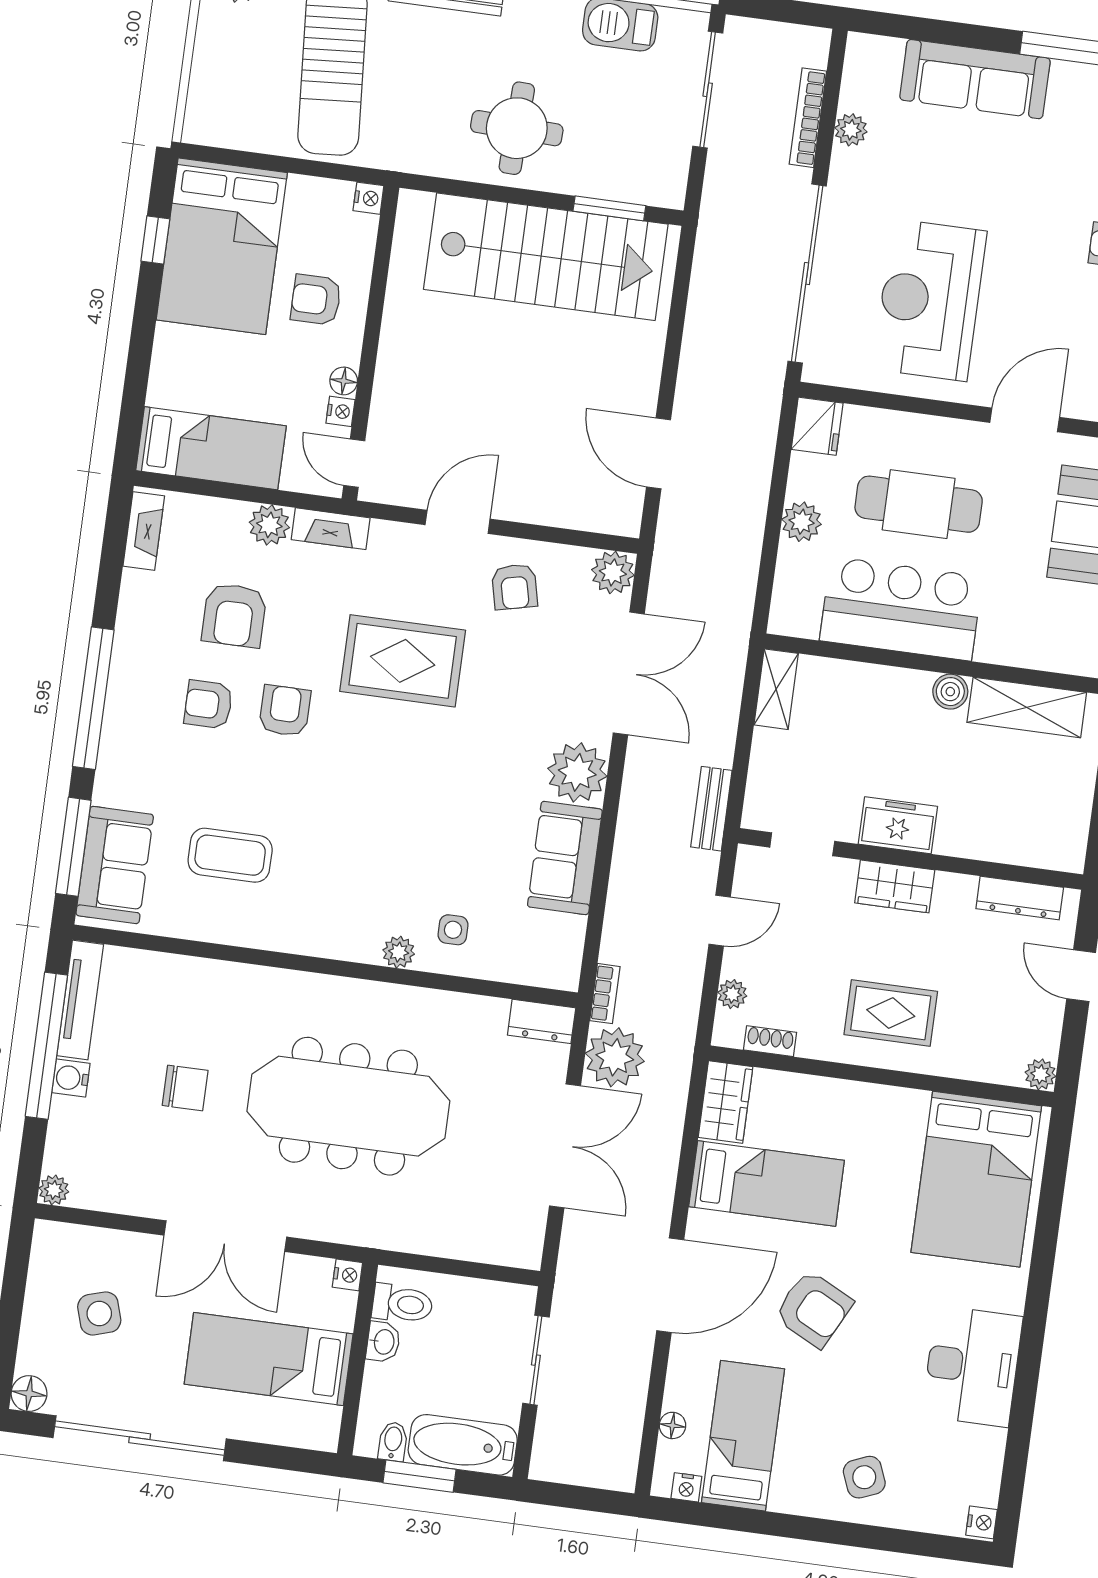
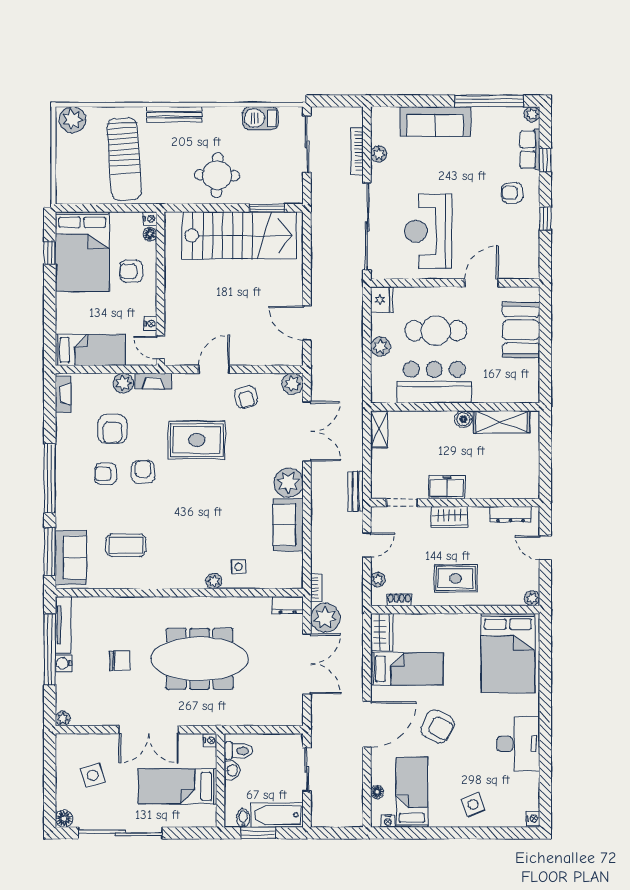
floor lamp: (344, 381) -> (150, 234), moved

